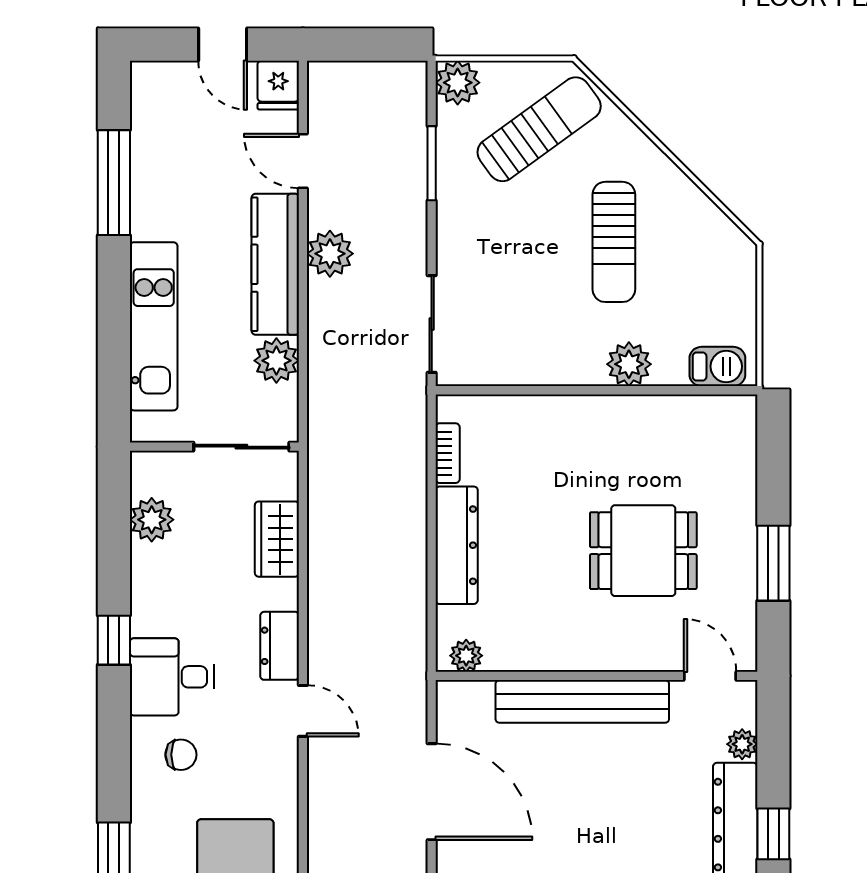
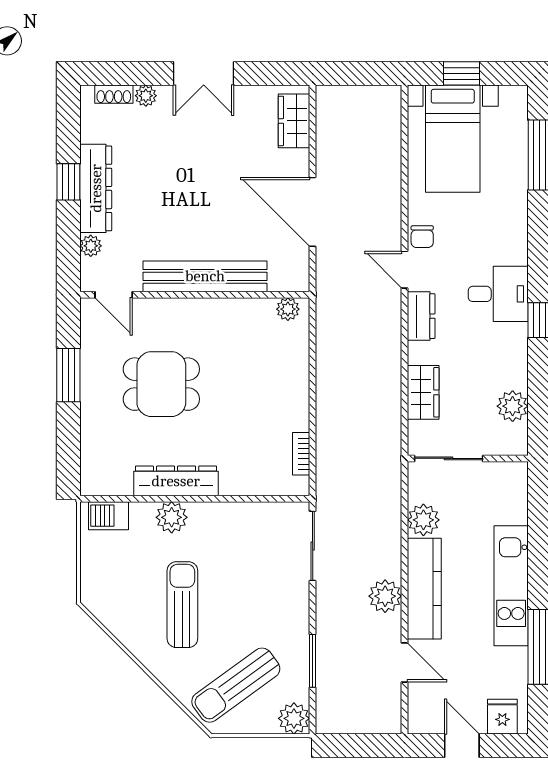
fridge: (278, 85) -> (502, 717), moved
kitchen unit: (154, 326) -> (511, 586), moved
dresser: (457, 545) -> (176, 481), moved, turned 90
chair: (181, 755) -> (422, 237), moved, turned -90

